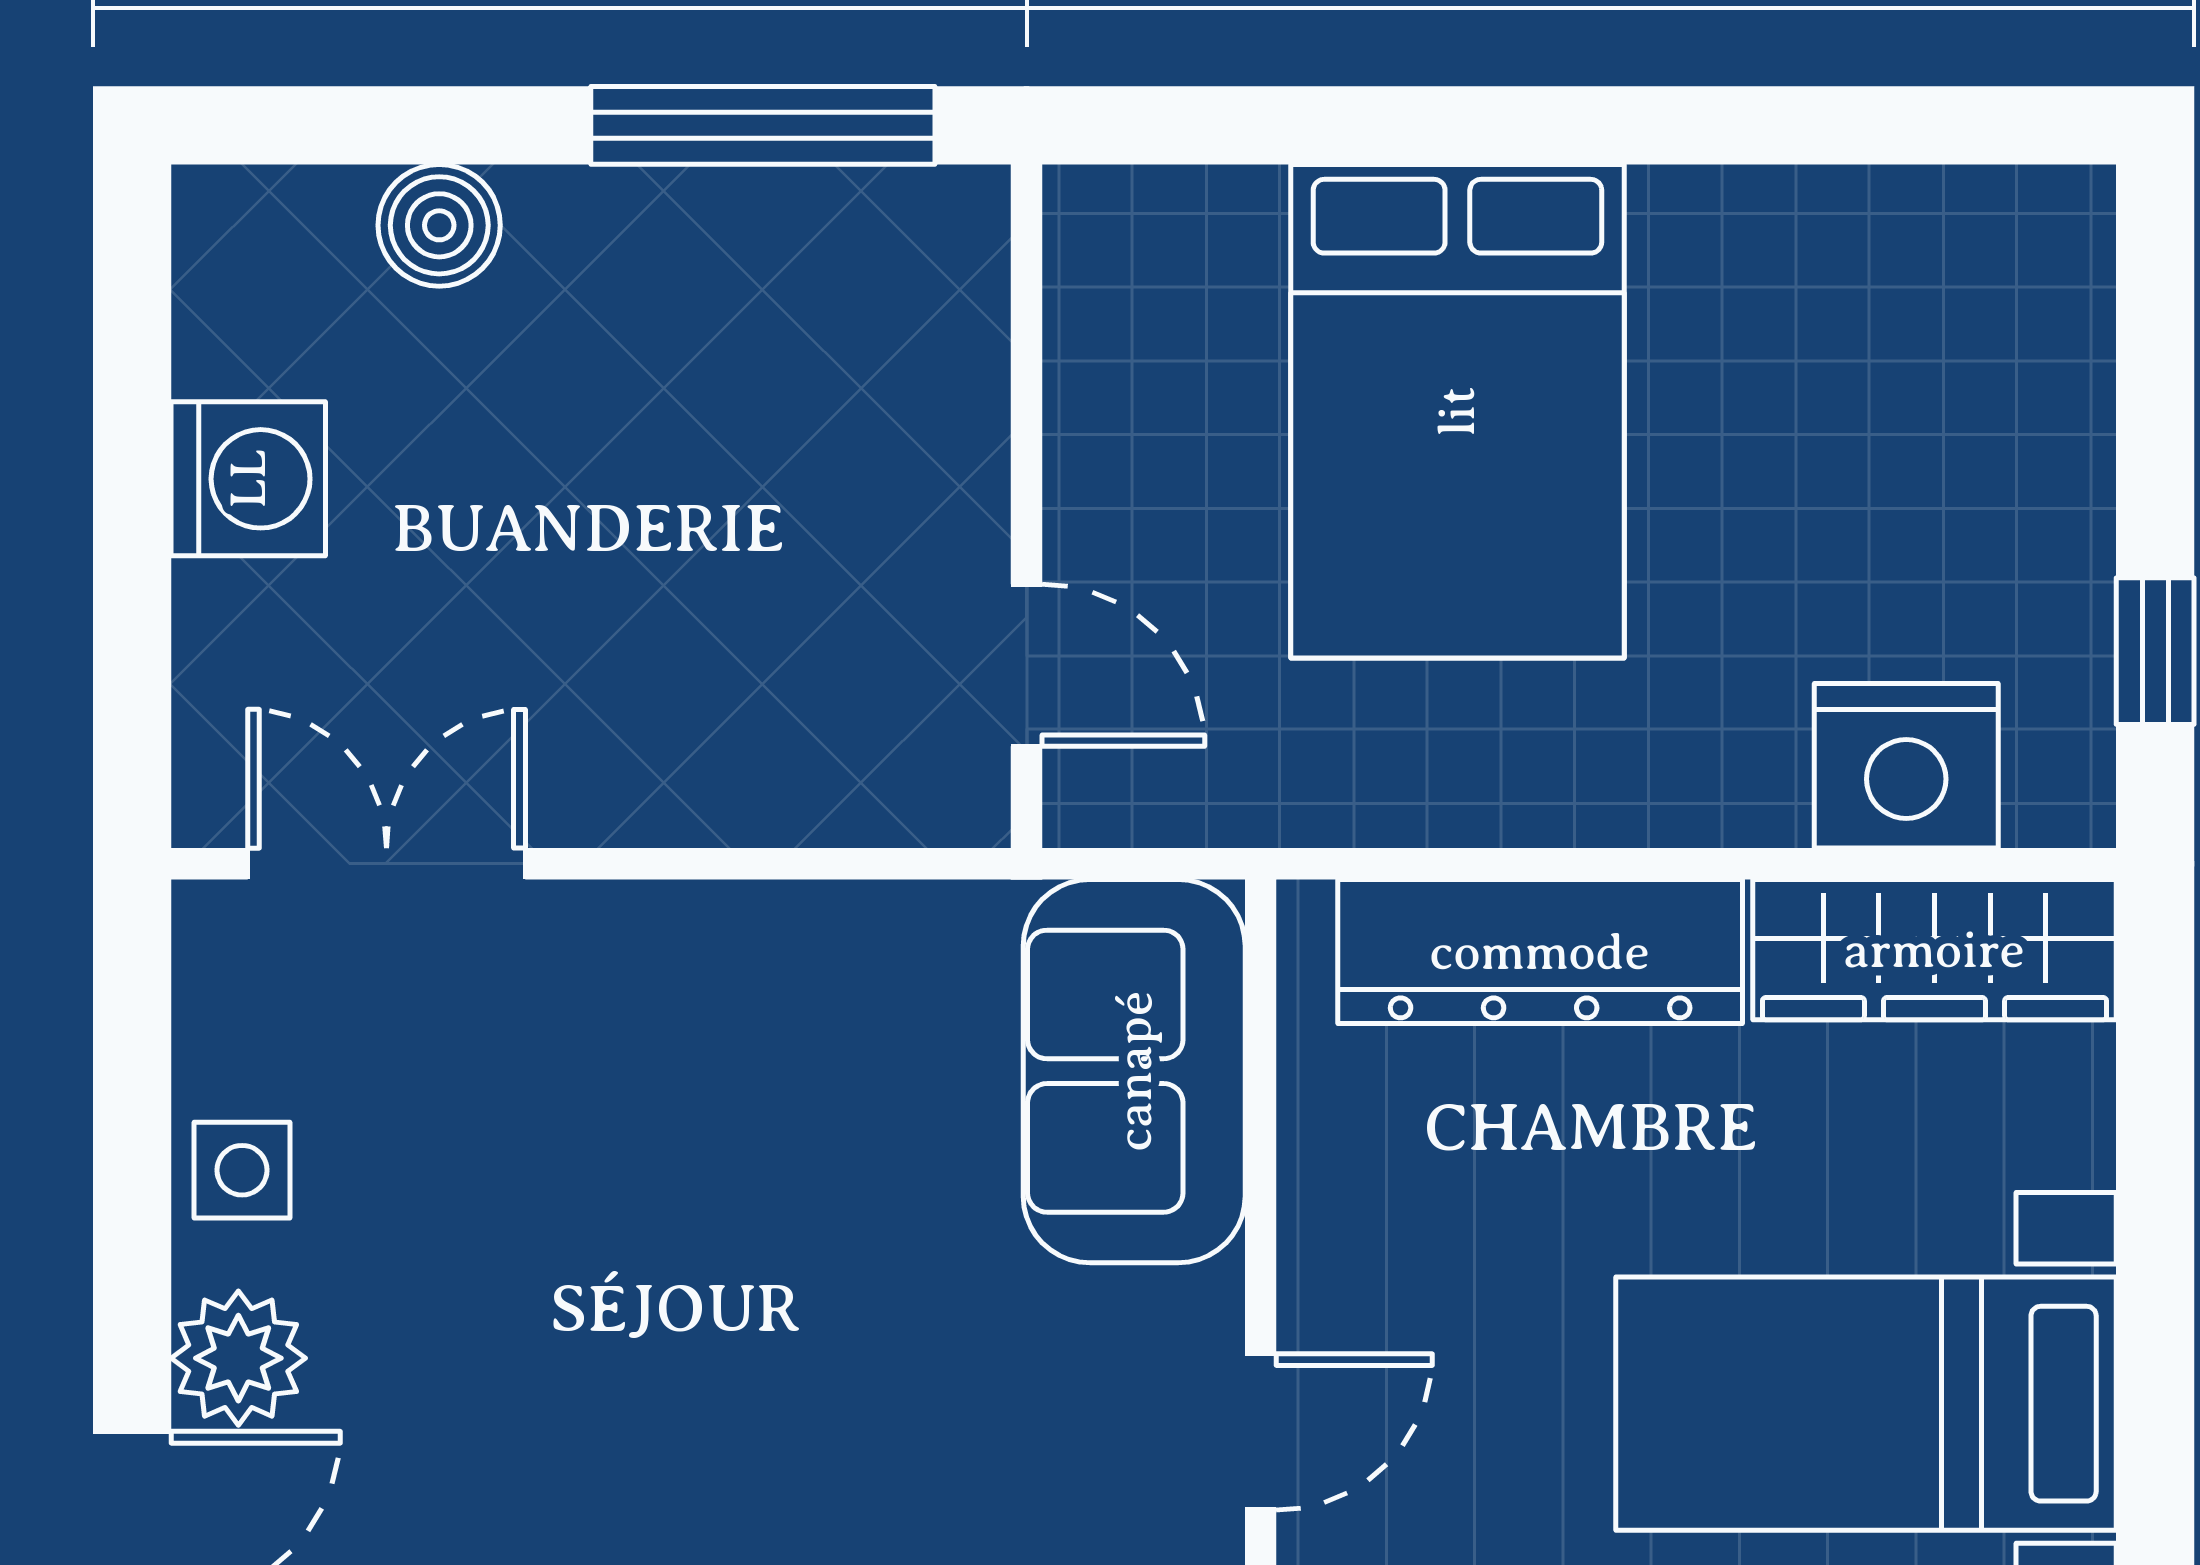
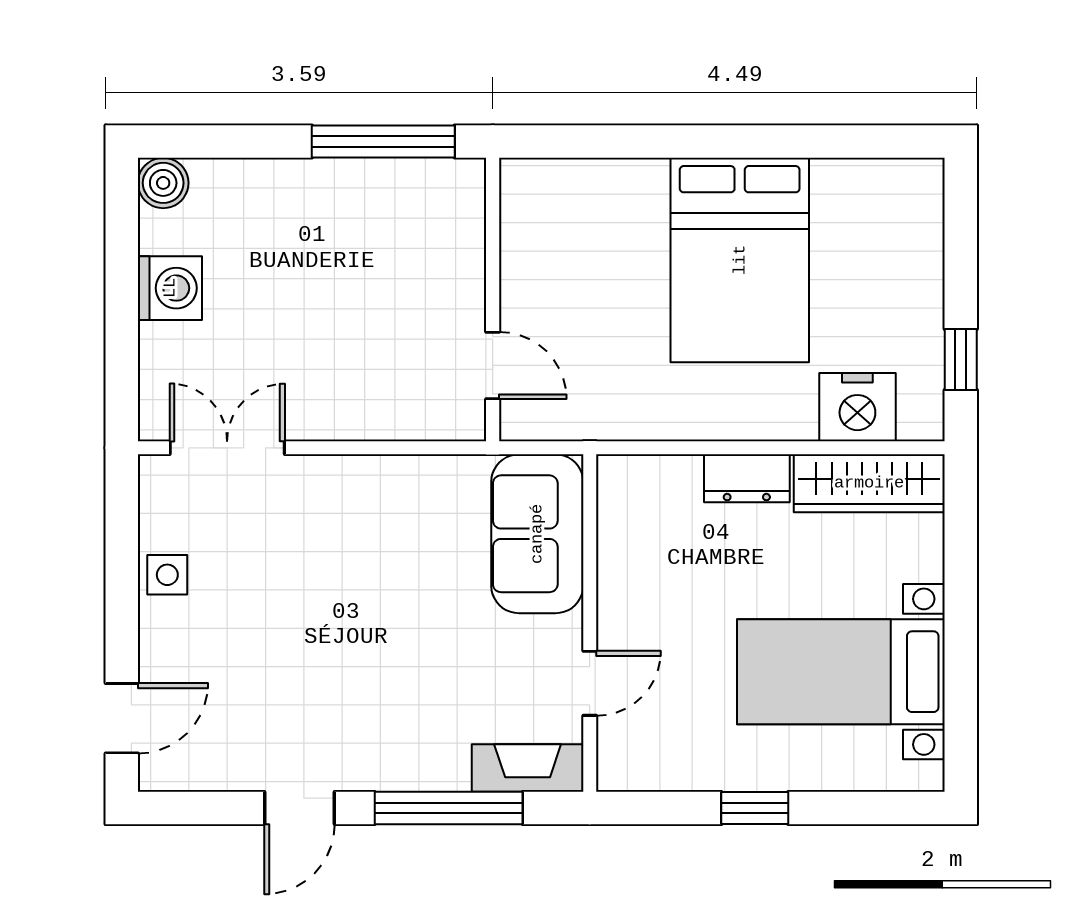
boiler: (439, 225) -> (163, 183), moved
bed: (1457, 411) -> (740, 260), moved
dresser: (1540, 952) -> (747, 478), width x0.51, depth x0.80
plant: (238, 1358) -> (166, 653), removed

